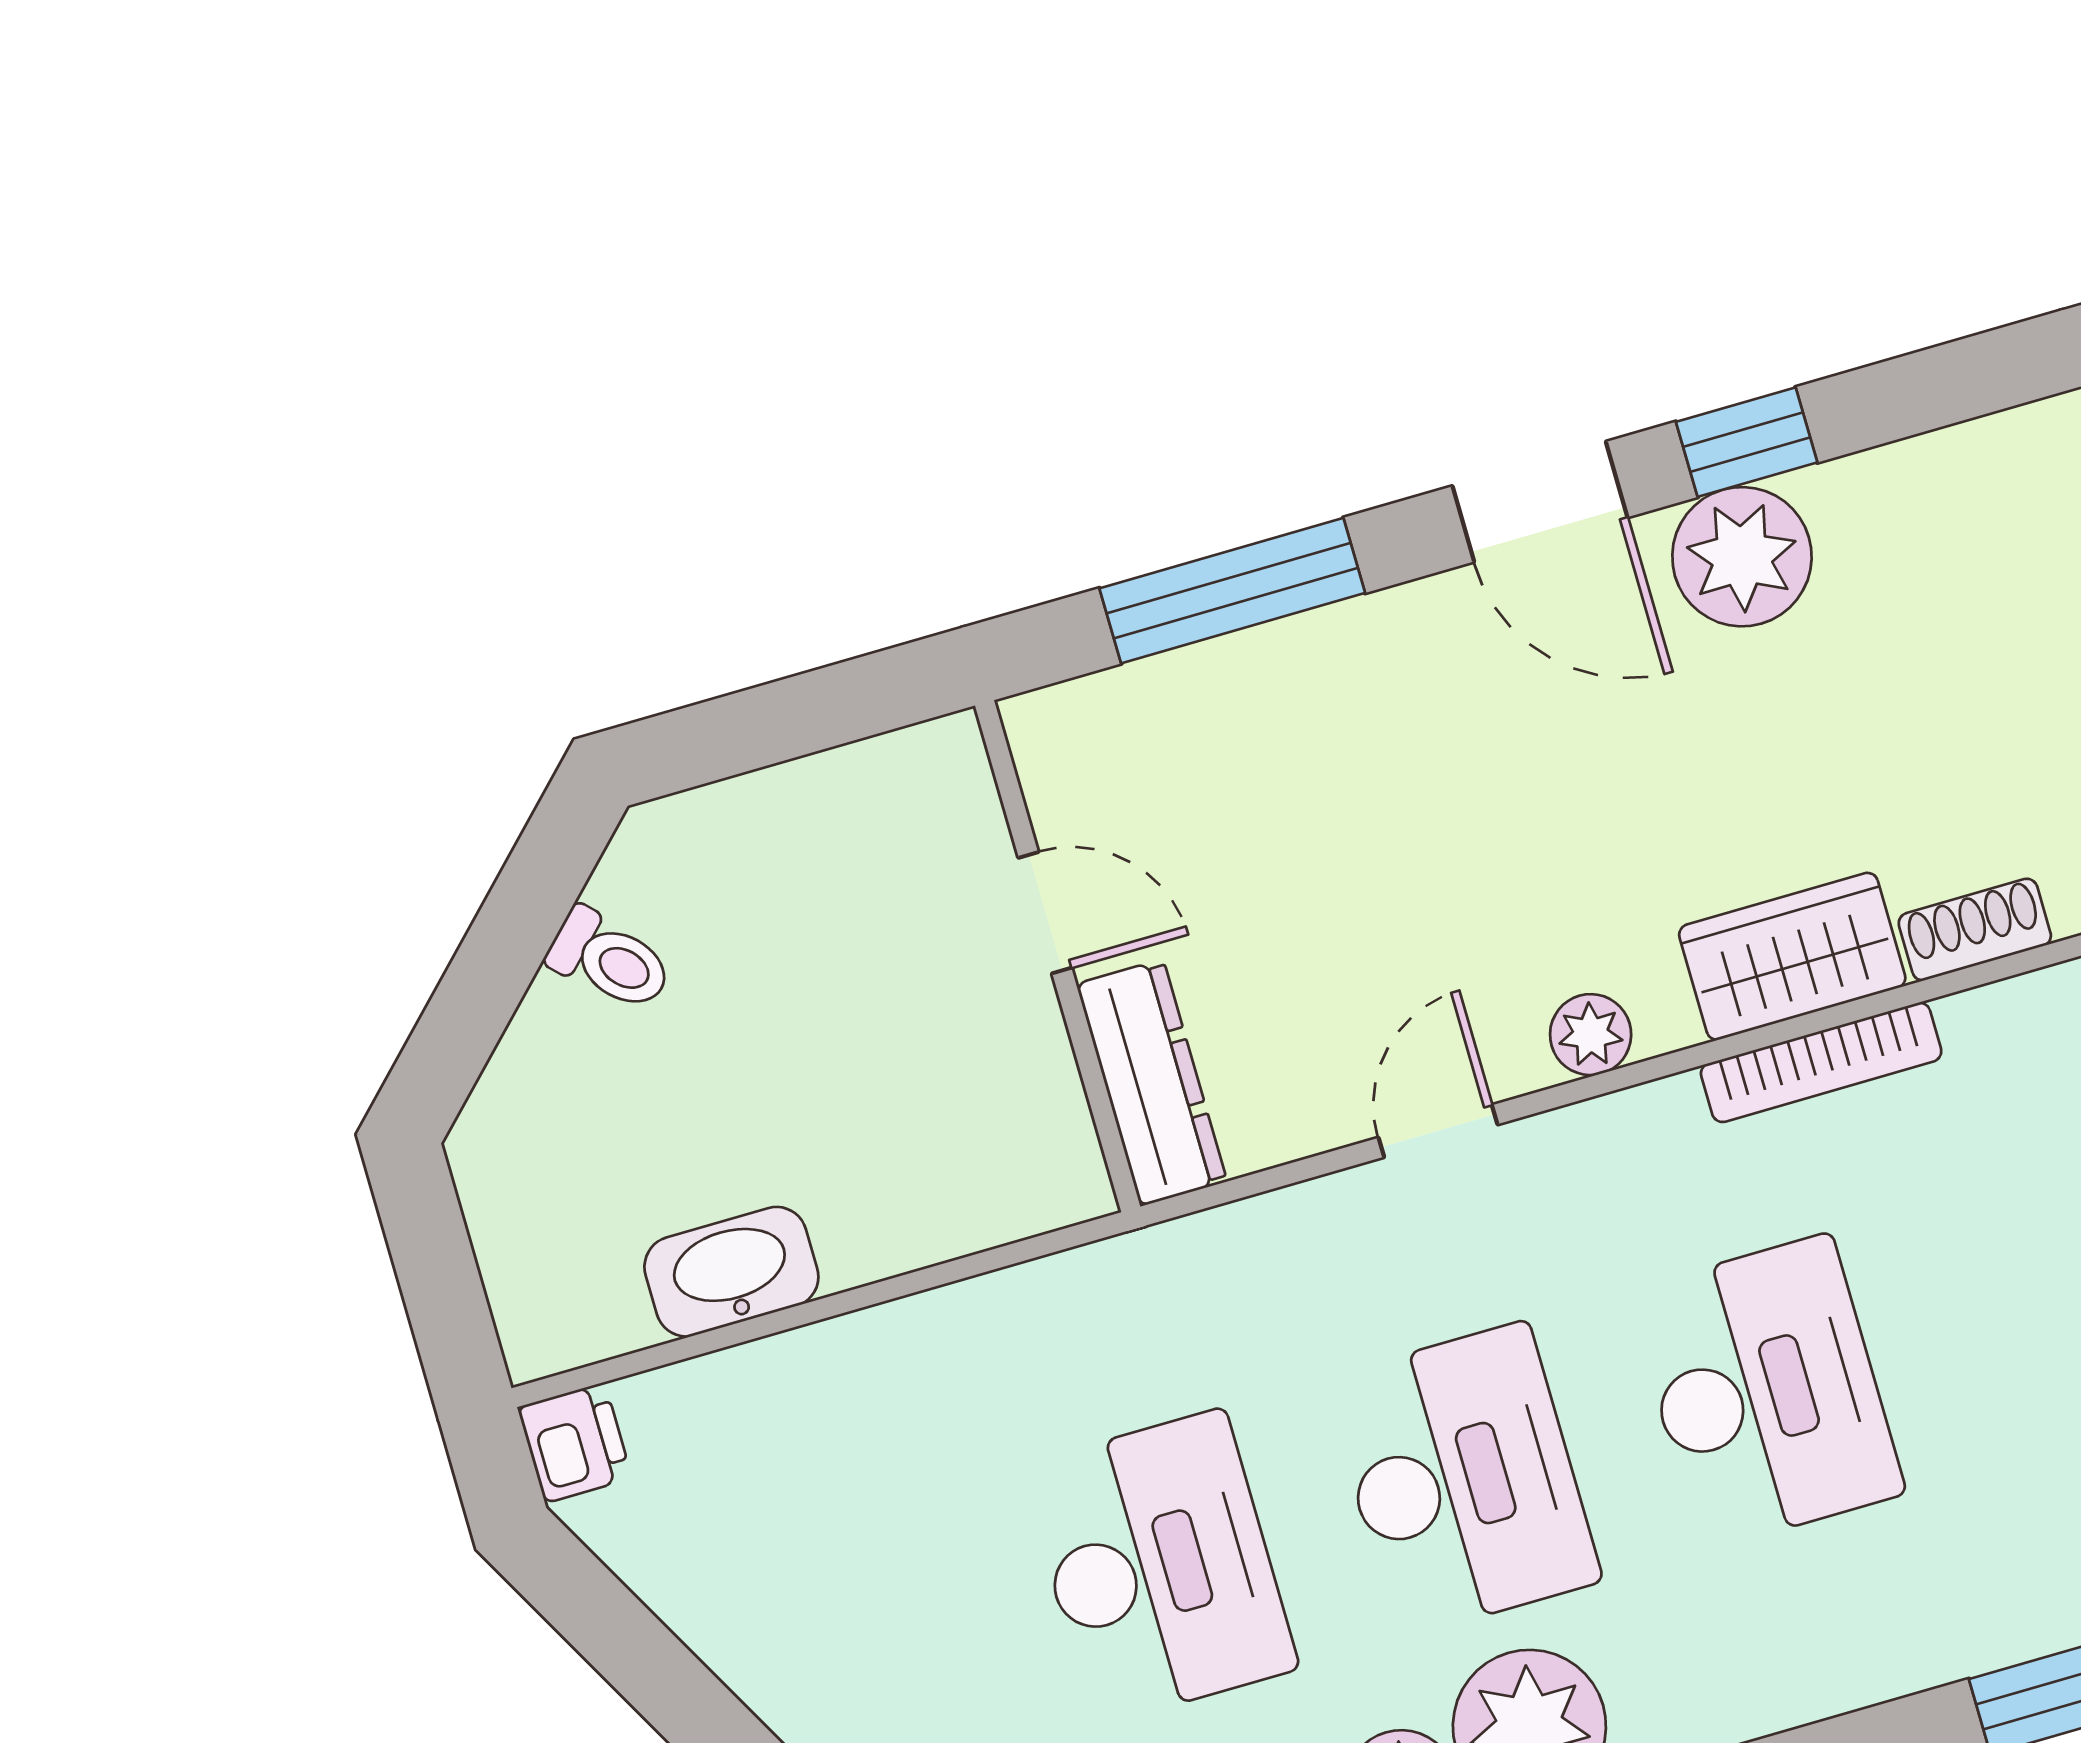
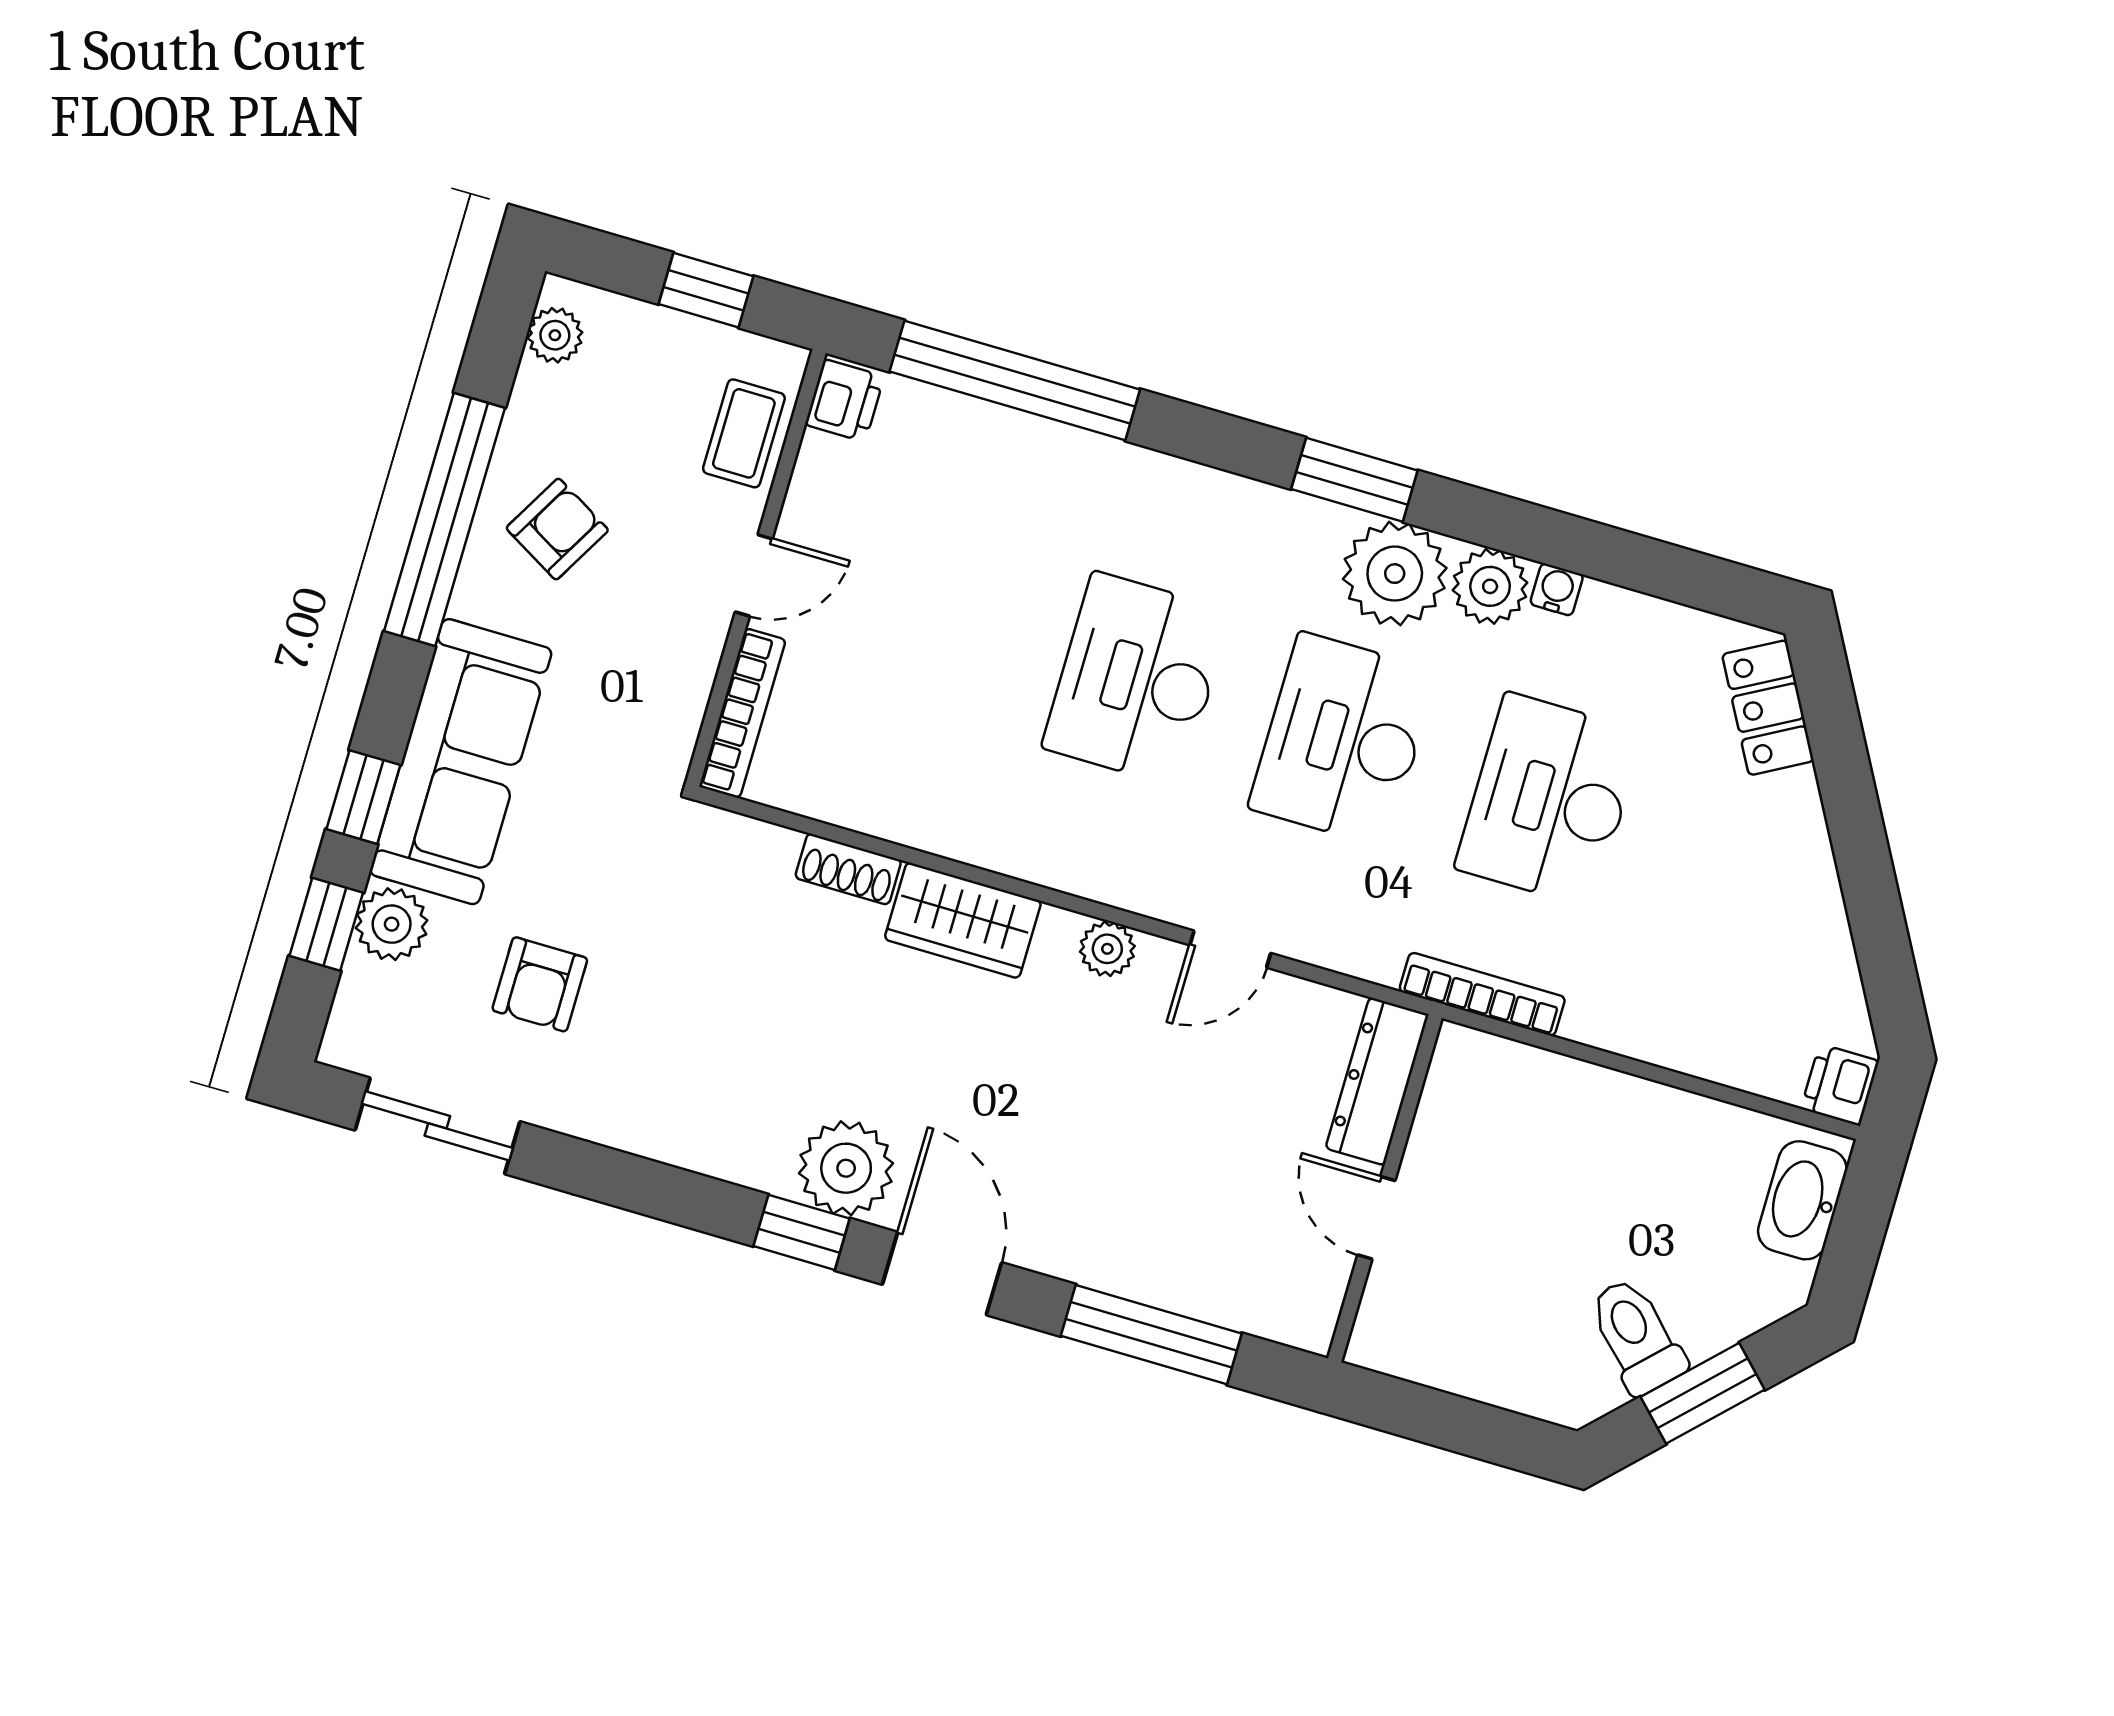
window: (502, 952) -> (1703, 1393), added
toilet: (610, 960) -> (1636, 1336), width x1.37, depth x1.39
bookcase: (1821, 1062) -> (1482, 994), moved
washbasin: (731, 1272) -> (1802, 1200), moved, turned 90

